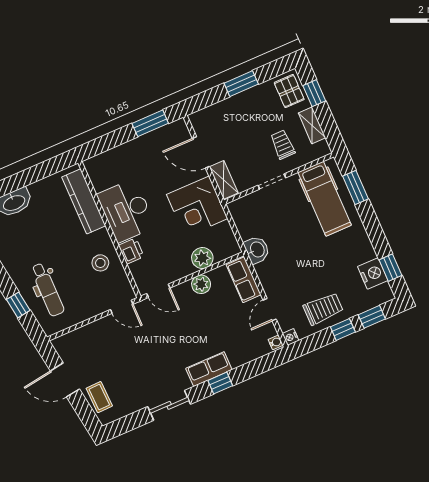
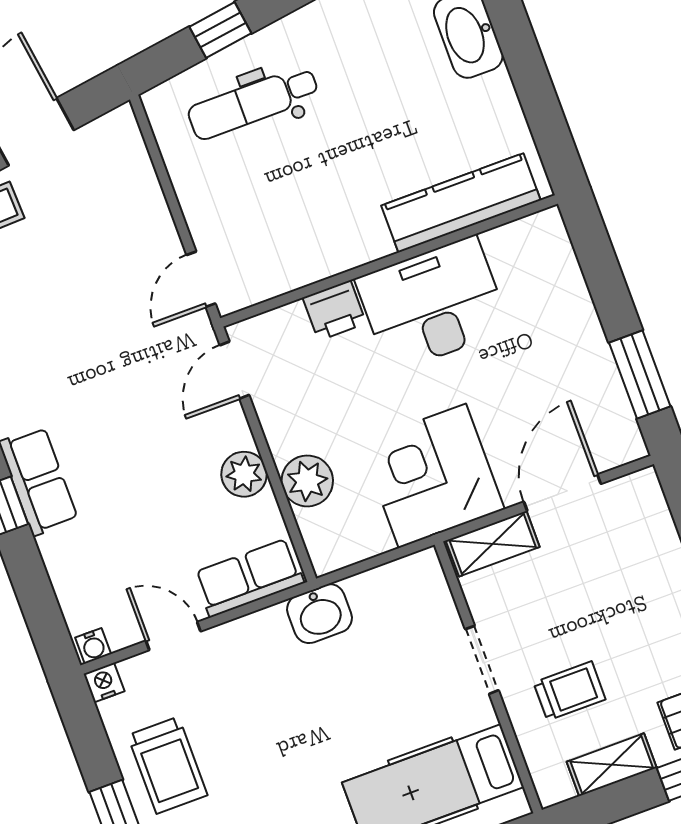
stool: (100, 263) -> (310, 234), removed

